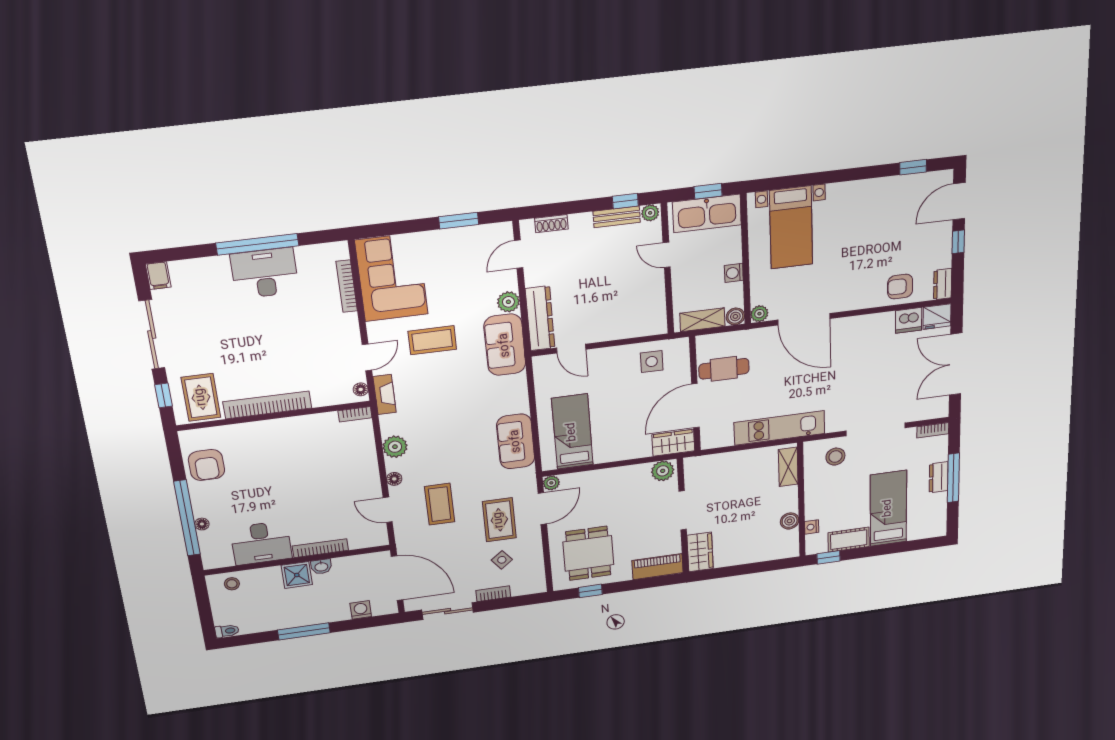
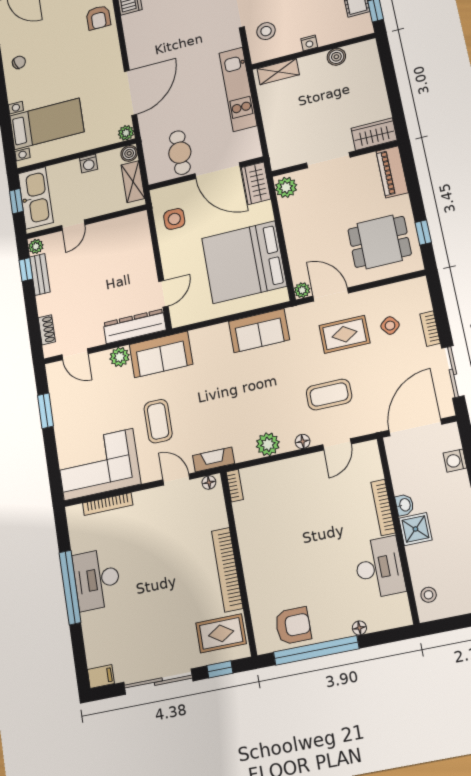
chair: (872, 197) -> (19, 62), added
bed: (572, 432) -> (244, 262), width x2.04
window: (187, 518) -> (316, 650), moved
nightstand: (812, 527) -> (309, 43), moved

